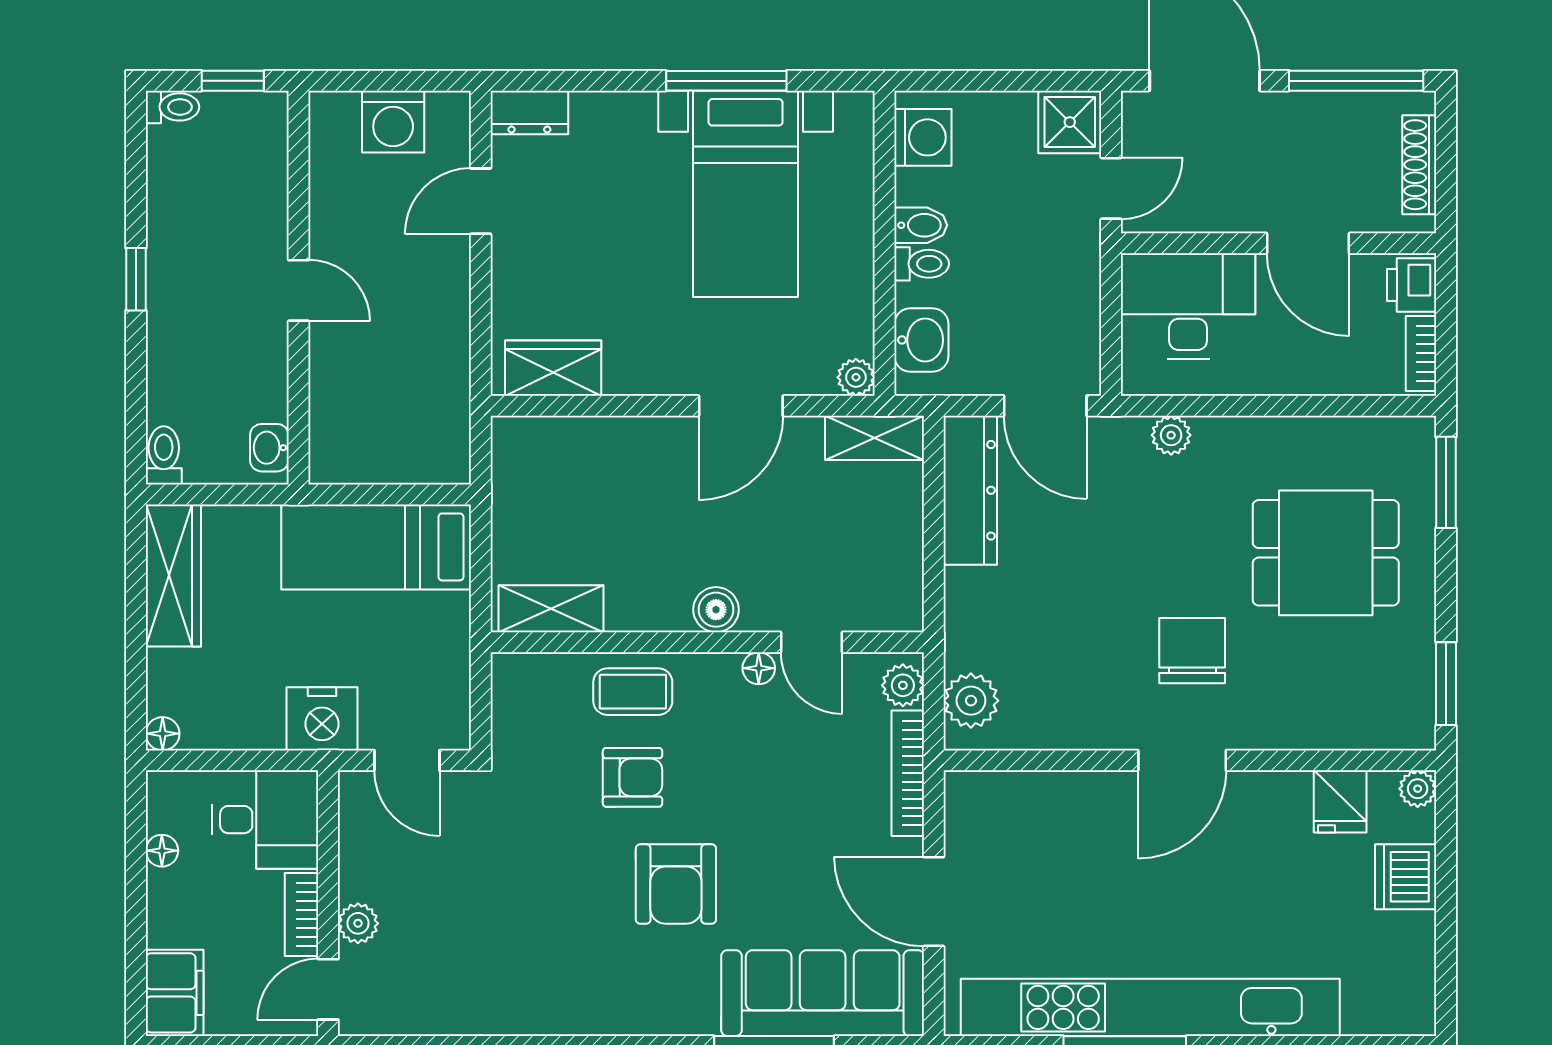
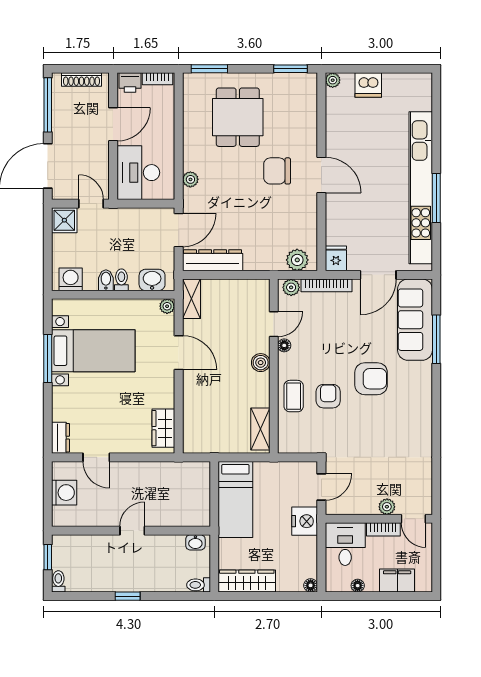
fridge: (1340, 801) -> (336, 258), moved, turned -90
filing cabinet: (175, 993) -> (397, 580), moved

